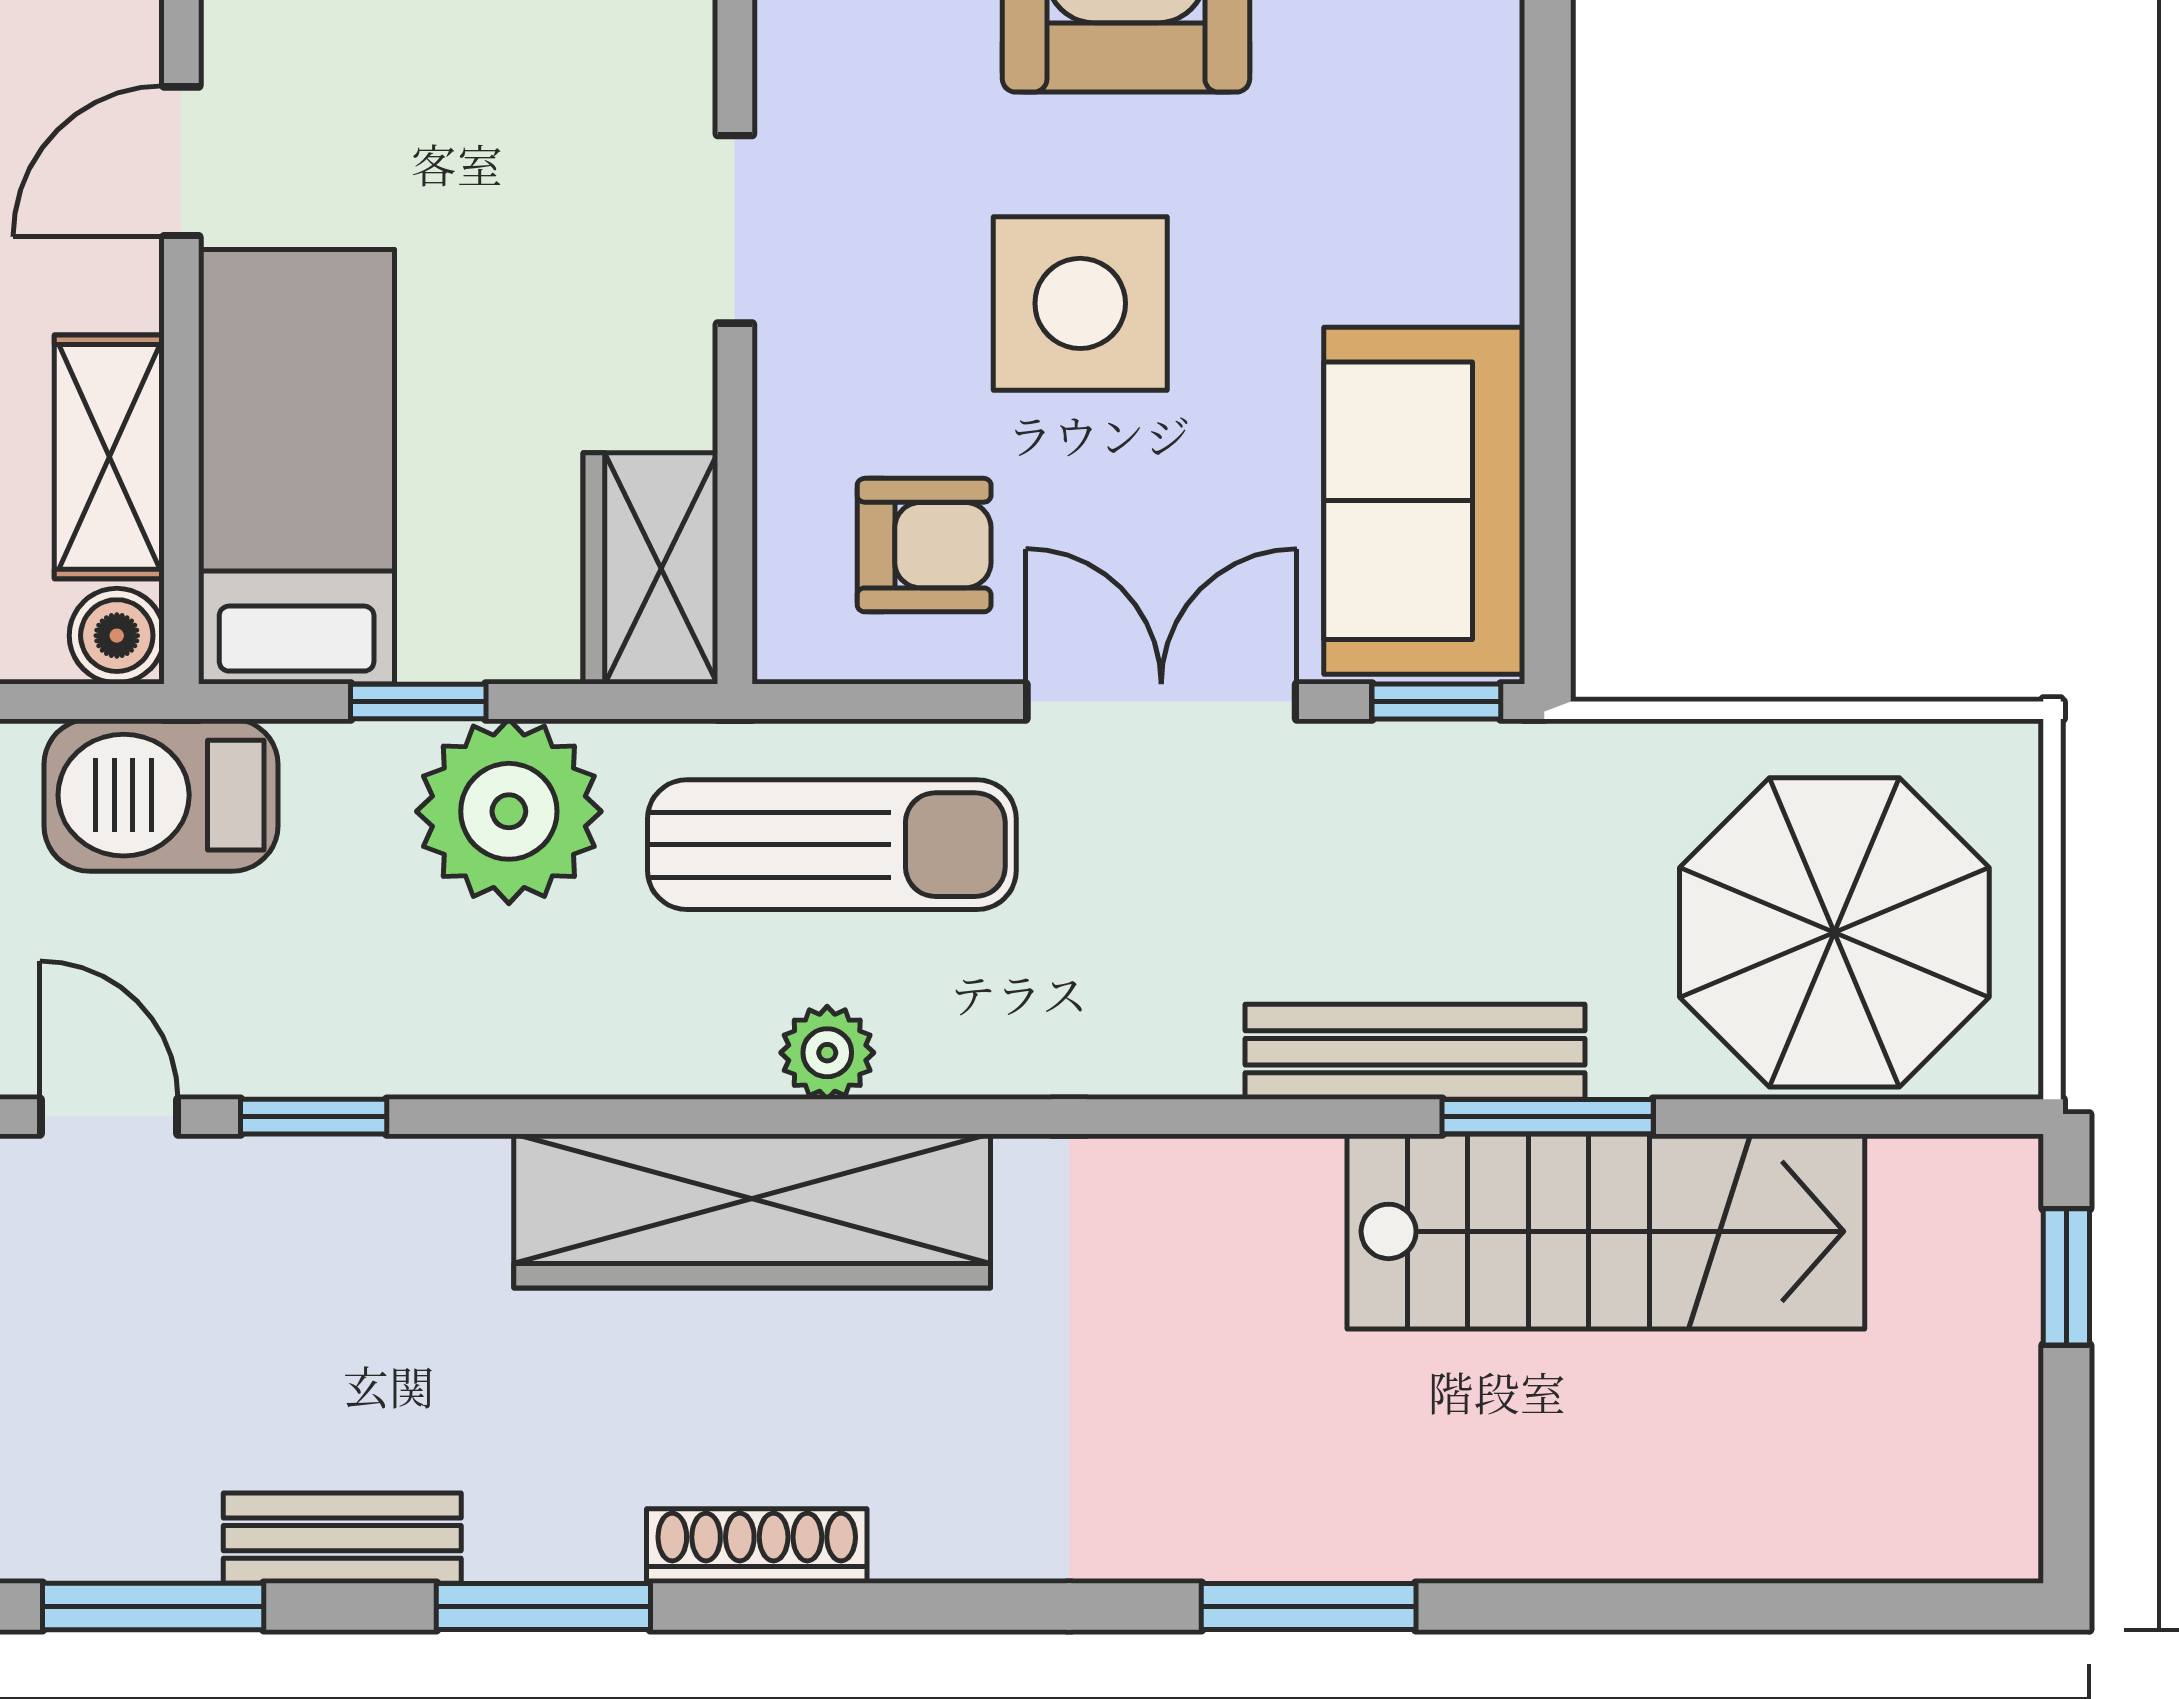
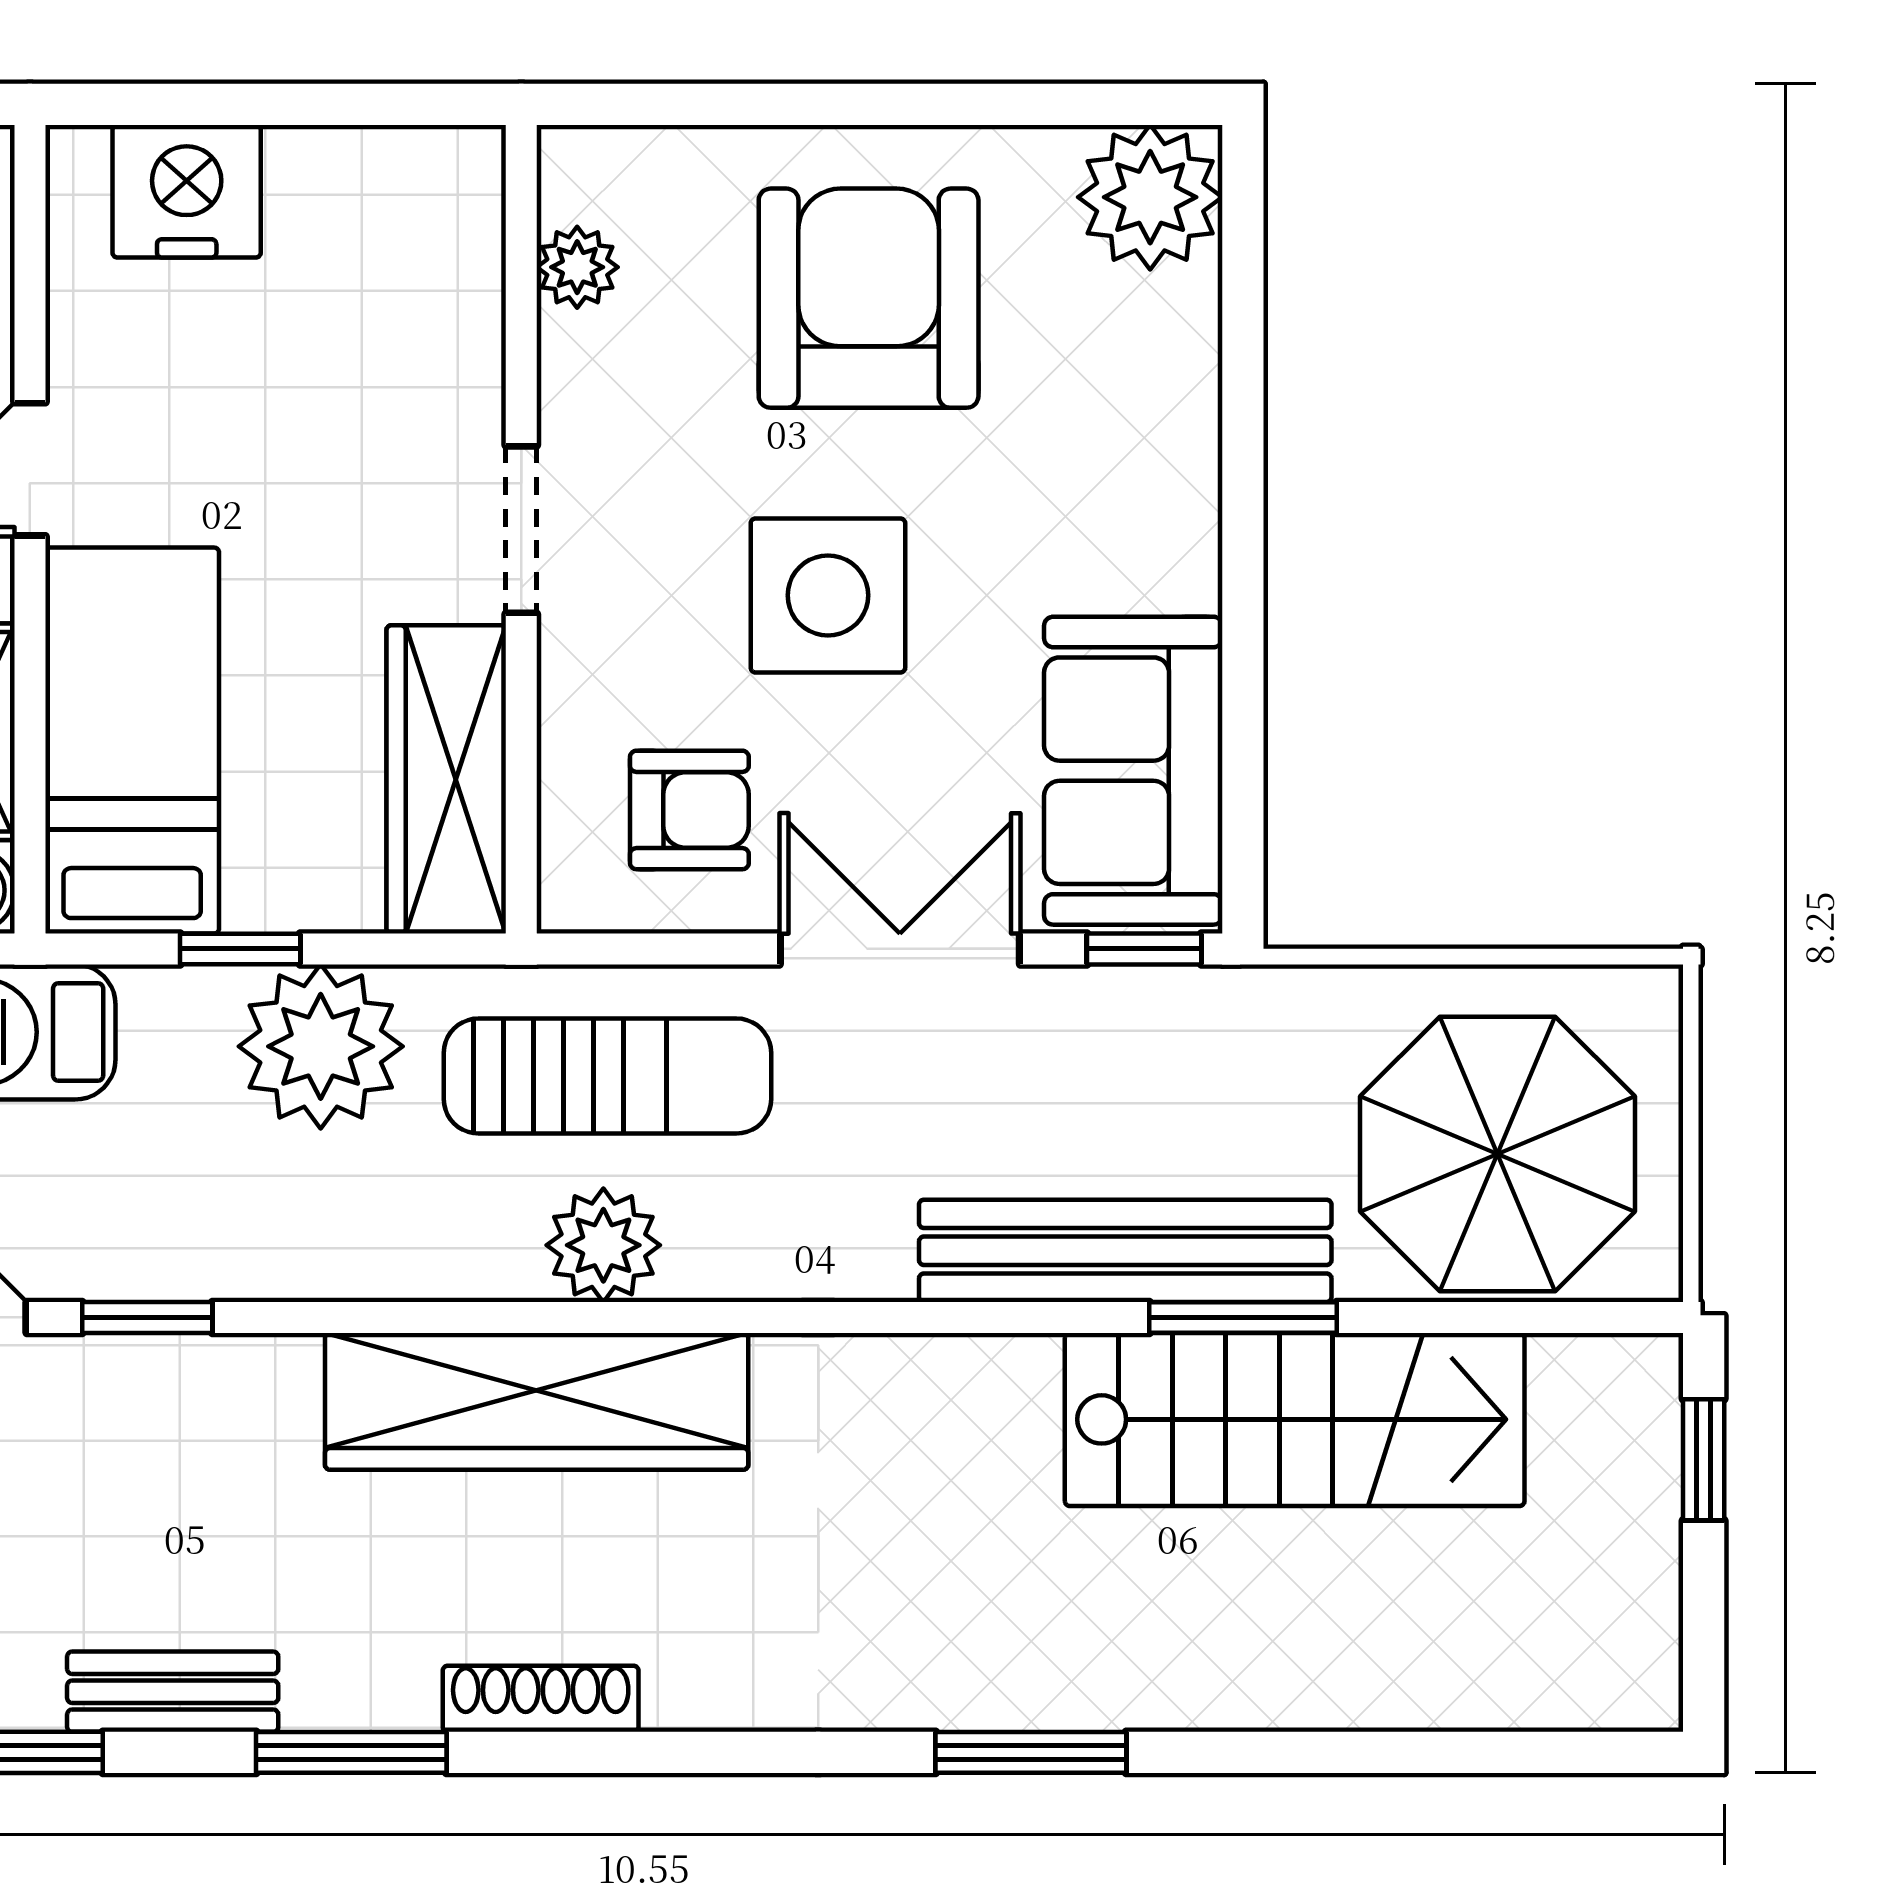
wardrobe: (650, 568) -> (446, 779), width x1.50
bench: (1415, 1052) -> (1125, 1251), width x1.37, depth x1.21
plant: (827, 1053) -> (603, 1245), width x1.38, depth x1.38

